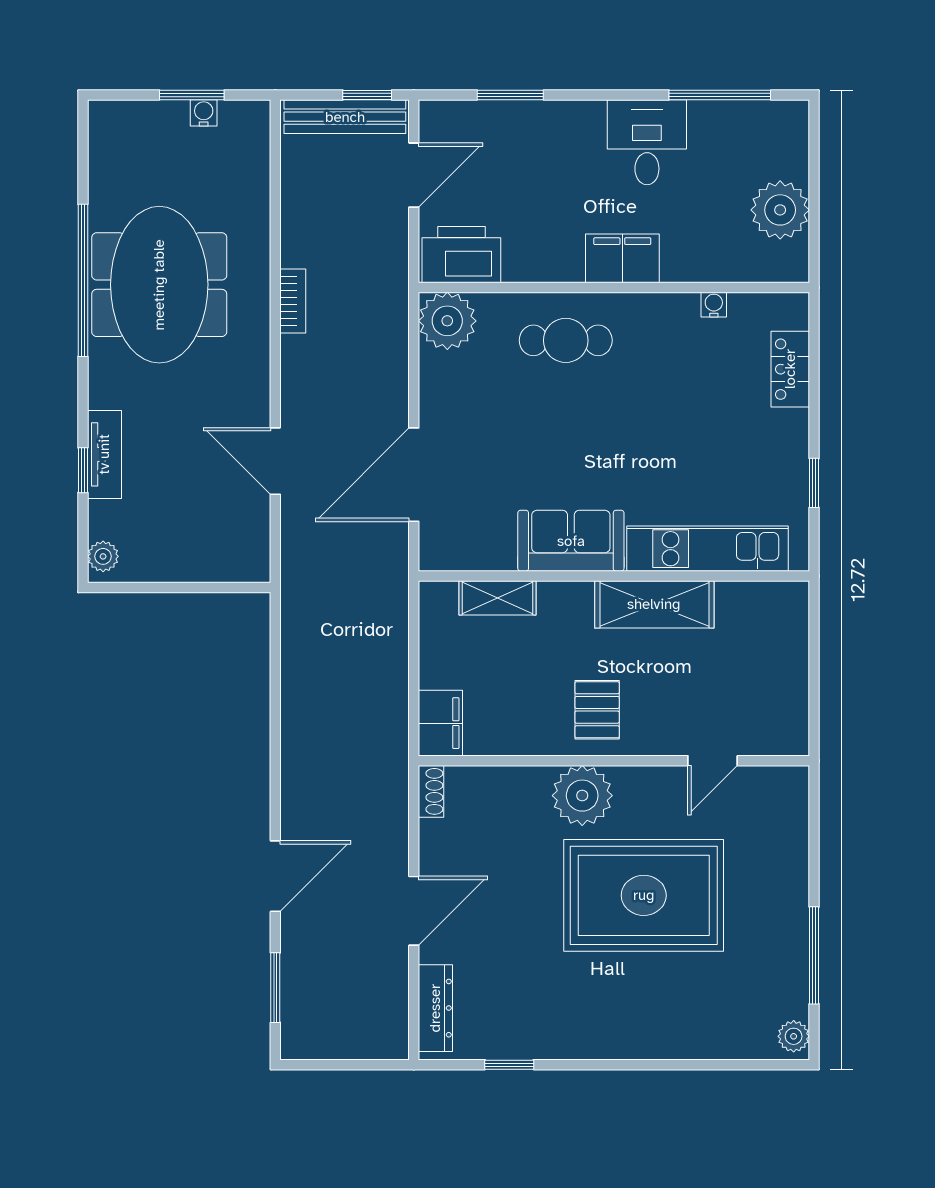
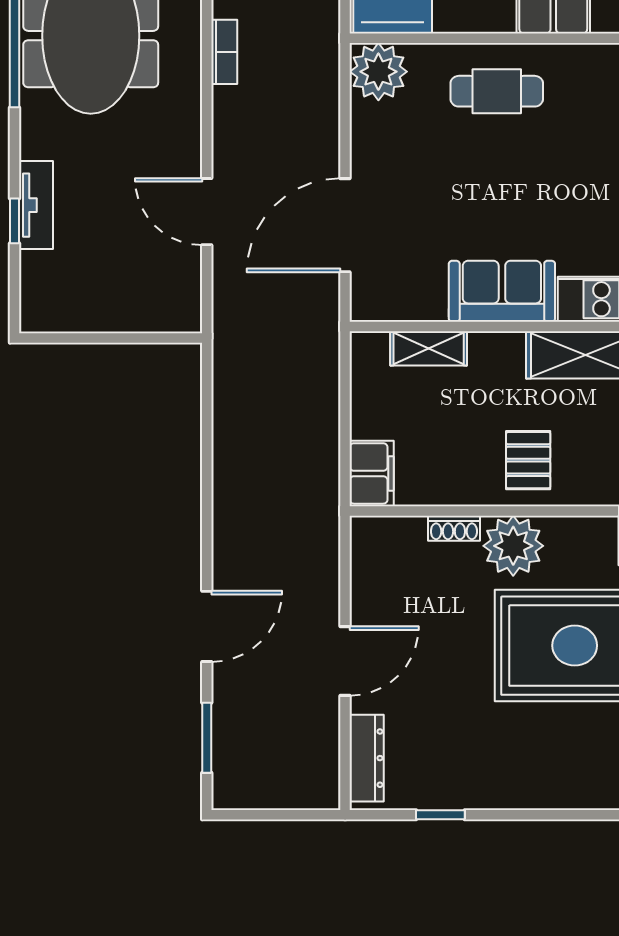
plant: (103, 556) -> (35, 307), removed
shoe rack: (431, 791) -> (454, 528), moved, turned 90

